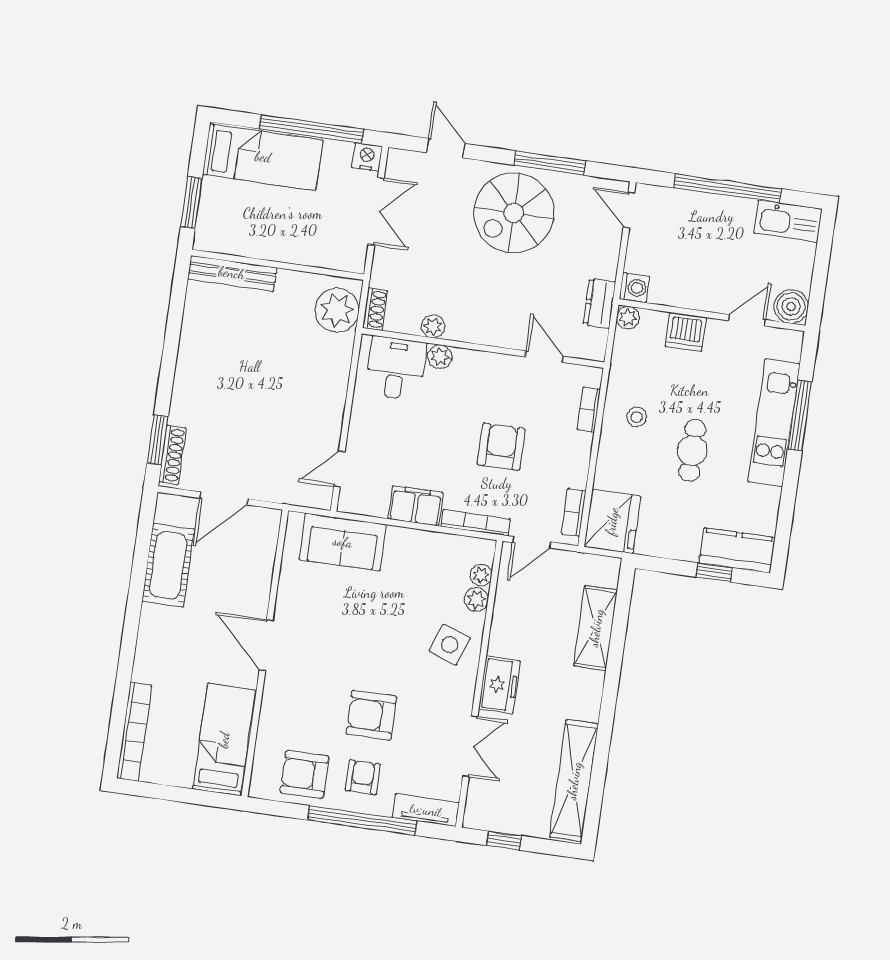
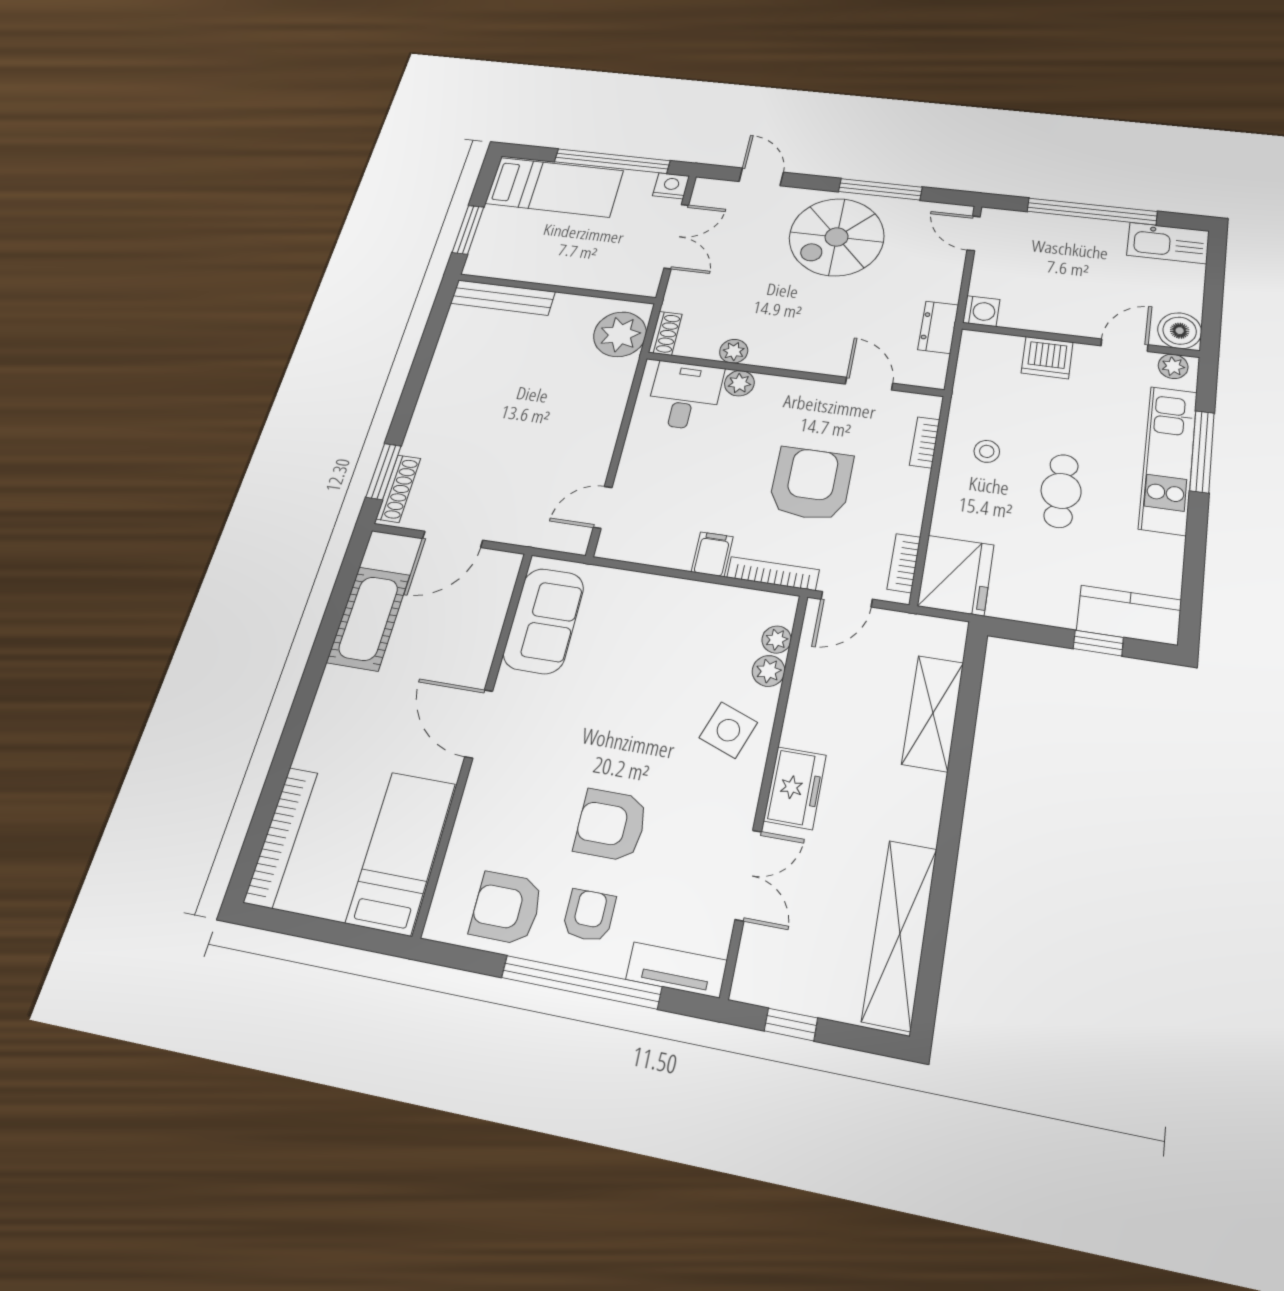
plant: (628, 318) -> (1173, 366), moved
armchair: (501, 447) -> (811, 484), width x1.36, depth x1.36
filing cabinet: (416, 506) -> (712, 554), width x0.50
sofa: (343, 542) -> (544, 621), moved, turned -90

